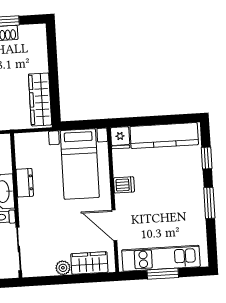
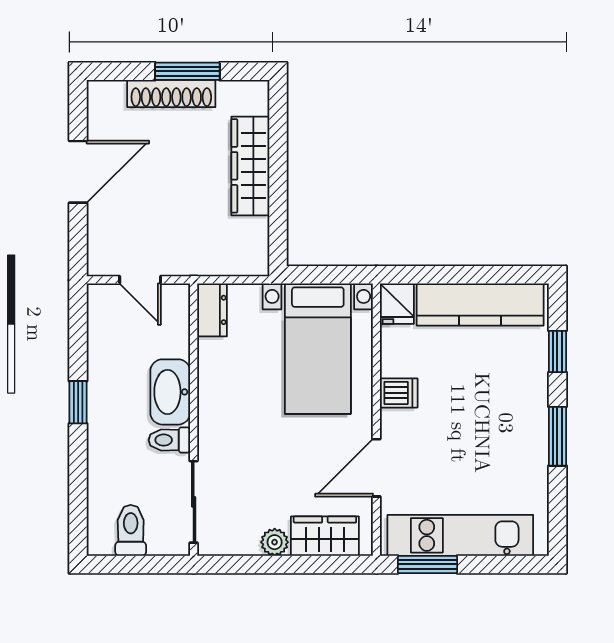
wardrobe: (40, 99) -> (250, 166), moved
dresser: (25, 183) -> (212, 310), moved
door: (114, 225) -> (376, 468), hinge flipped
window: (163, 274) -> (428, 564), moved

